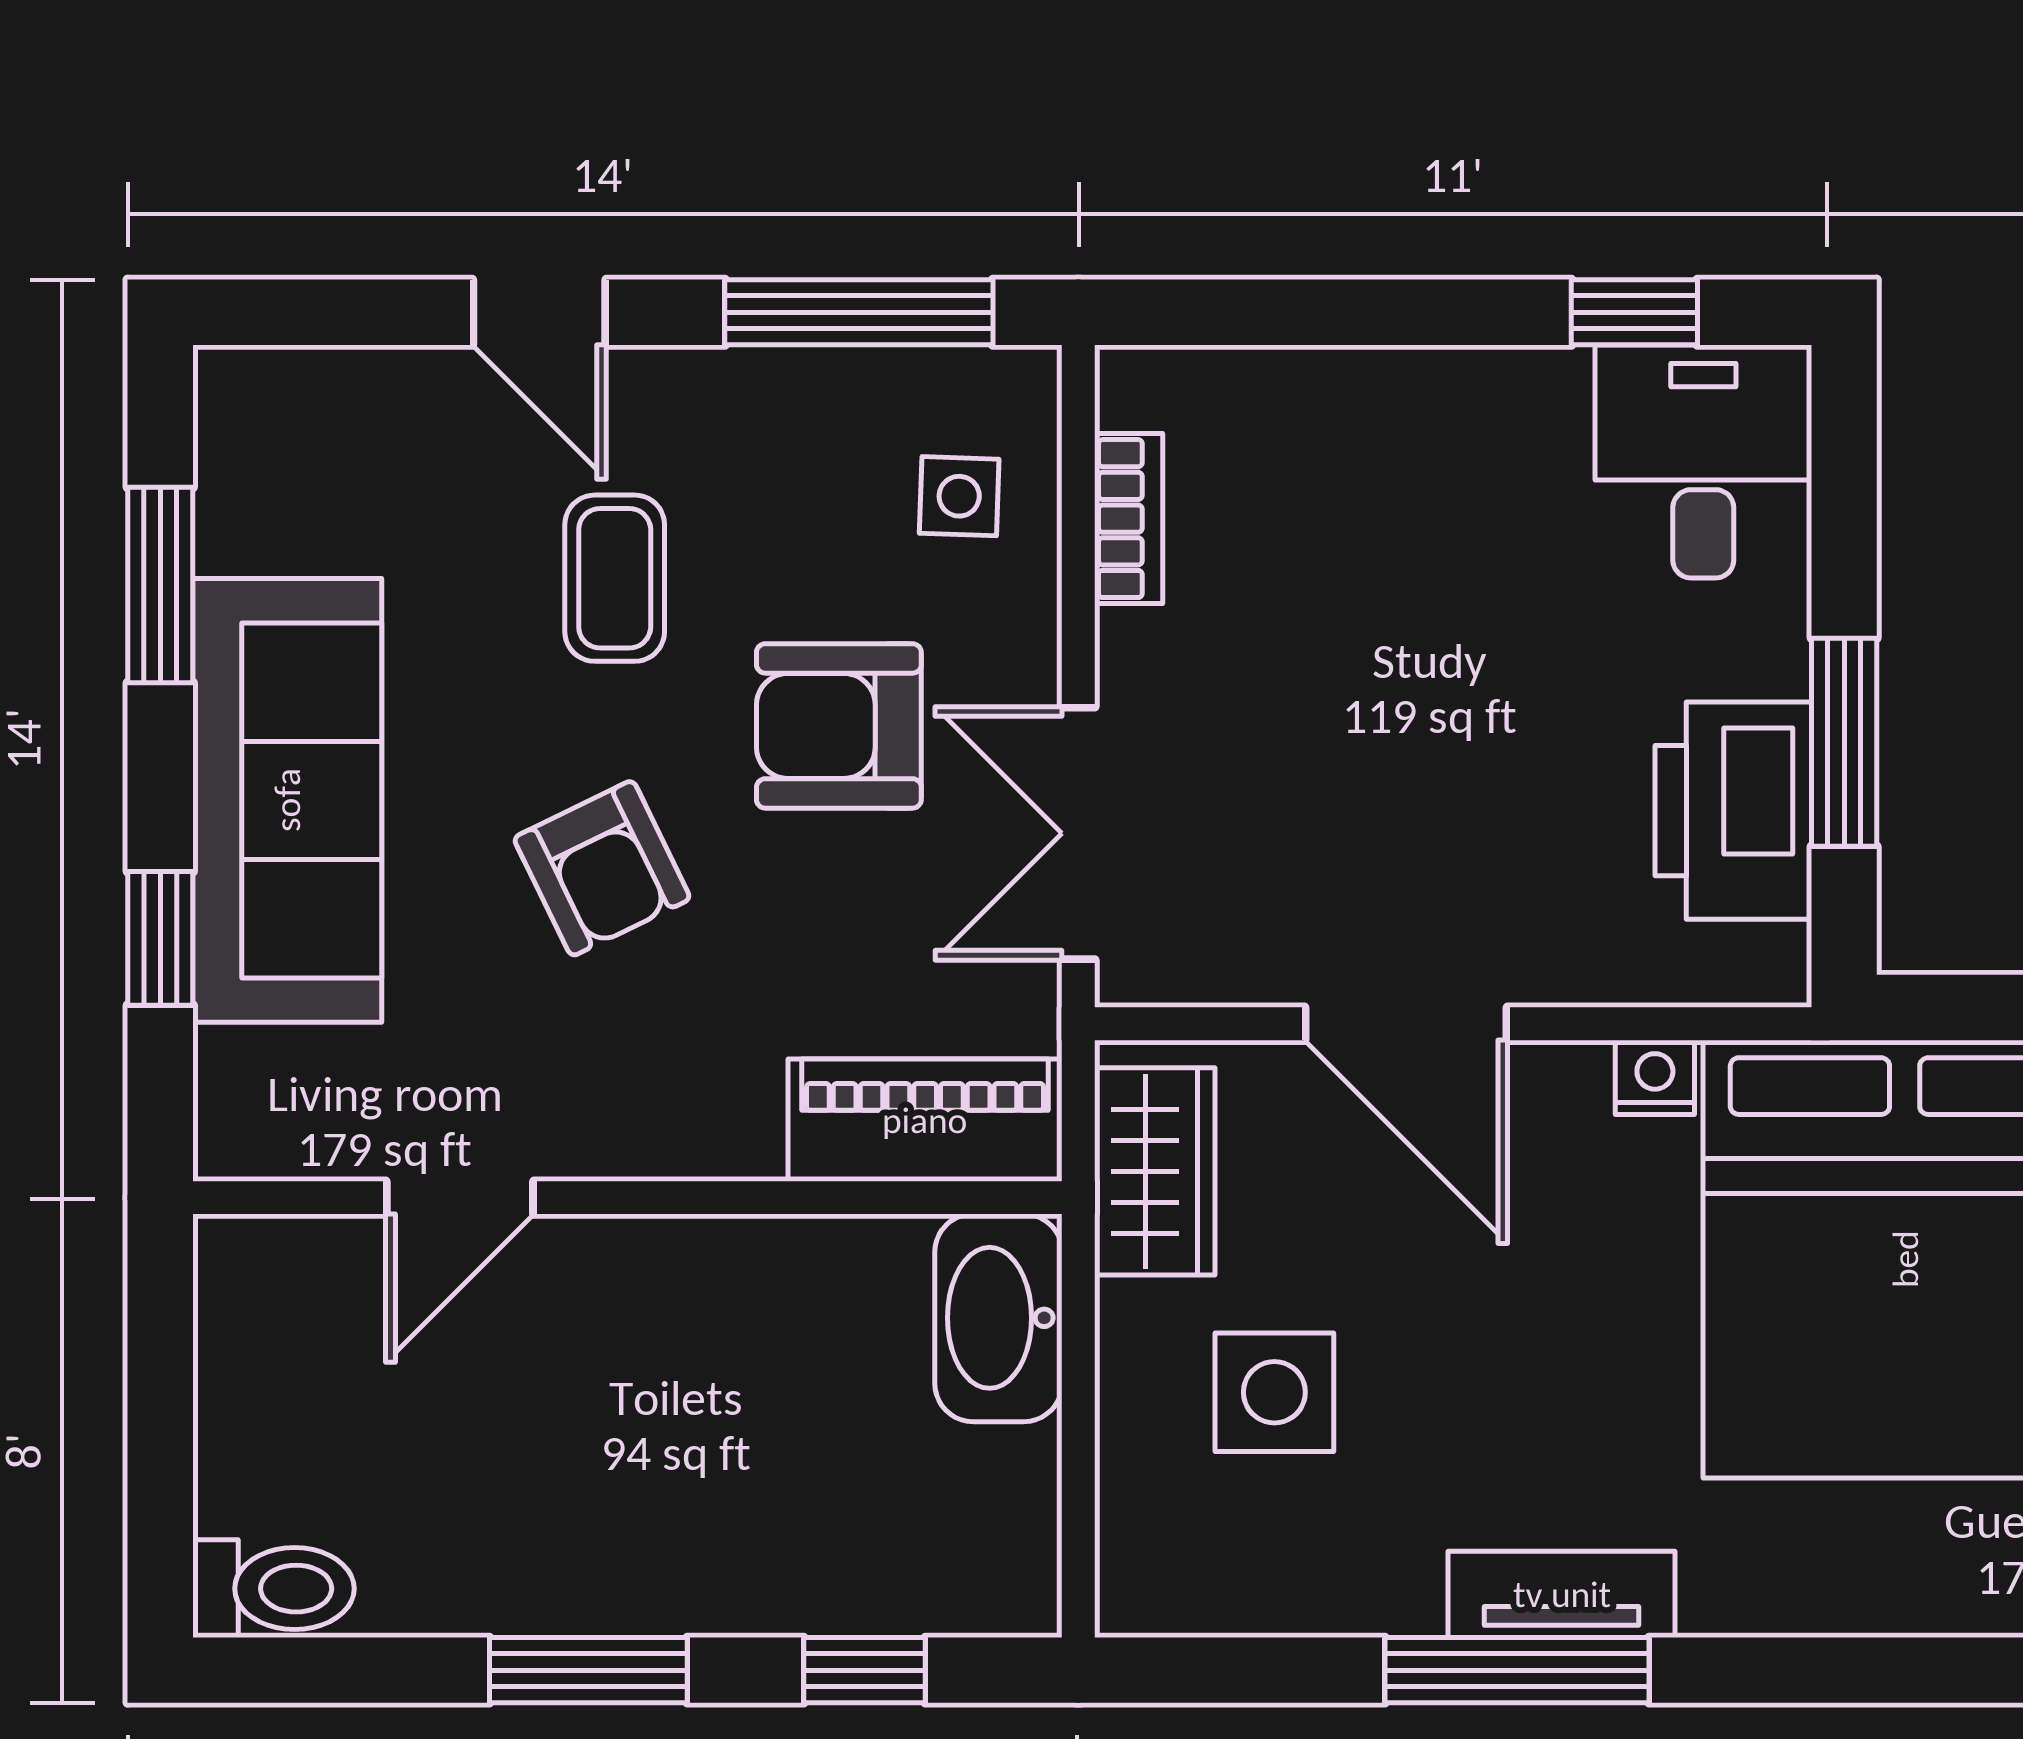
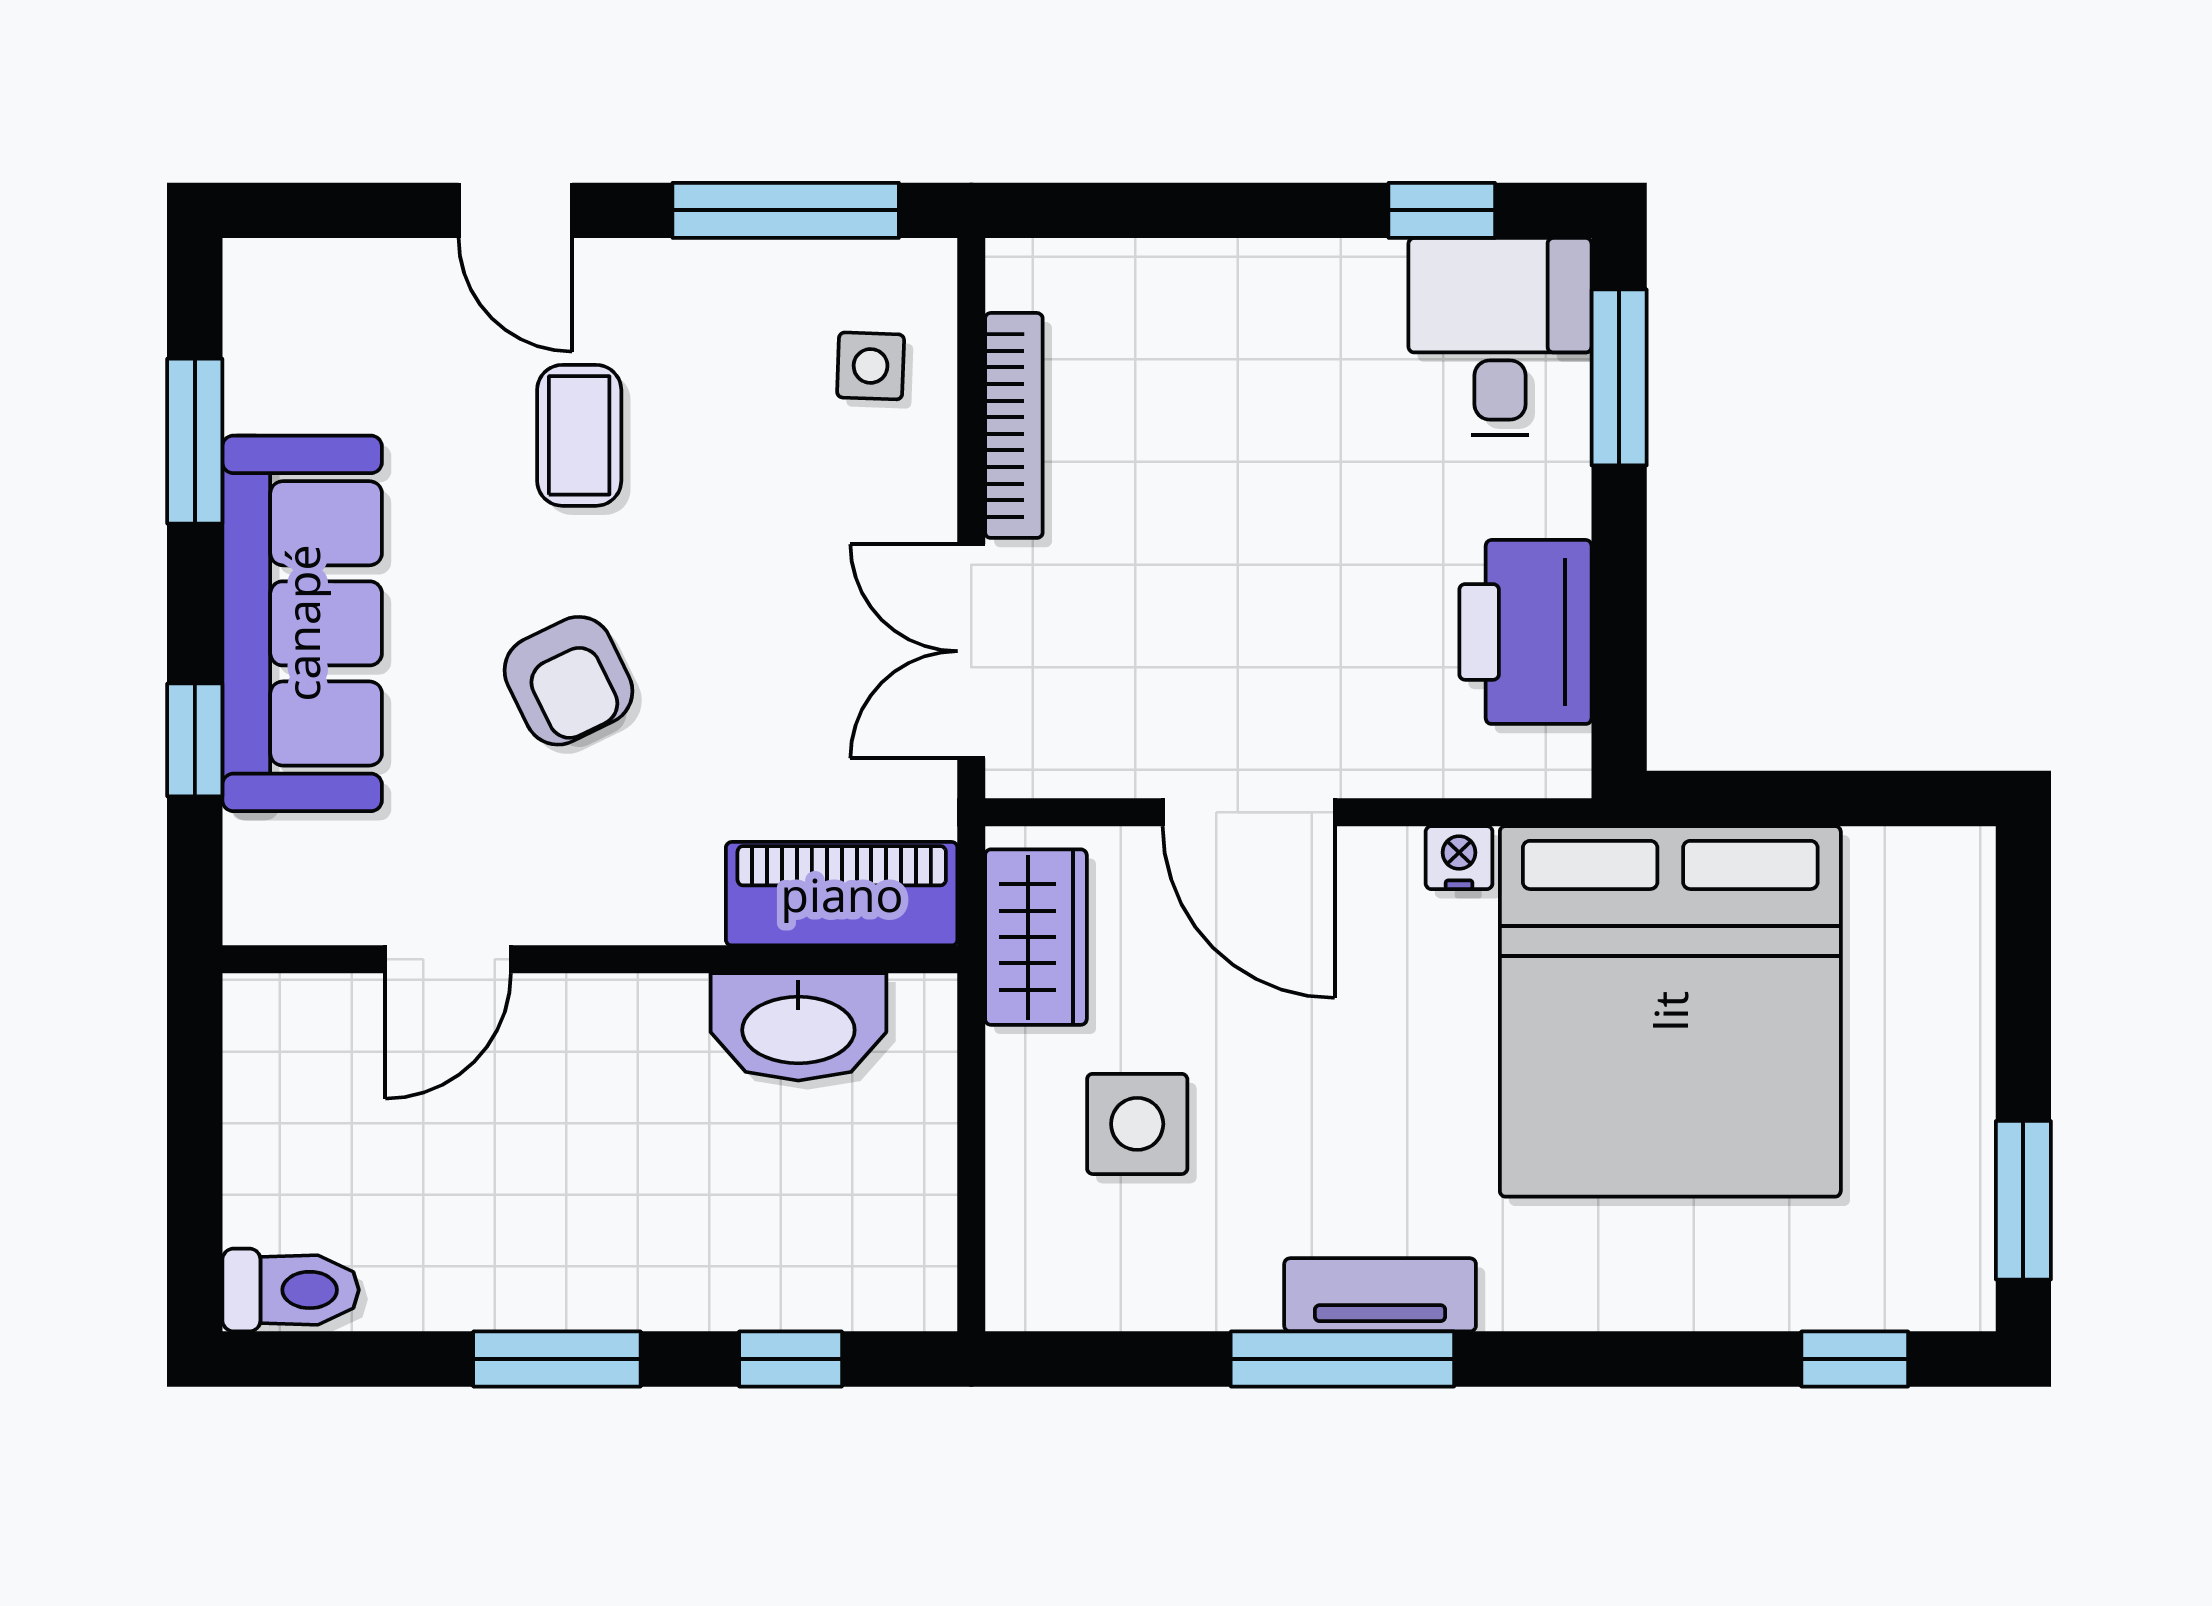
bookcase: (1129, 519) -> (1014, 425), width x1.56
armchair: (839, 726) -> (769, 560), removed
window: (1844, 742) -> (1619, 377), moved
washbasin: (998, 1318) -> (798, 1027), moved, turned -90

